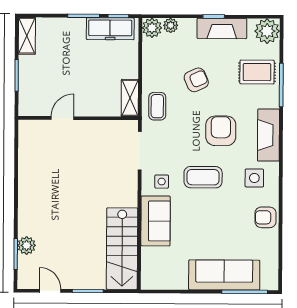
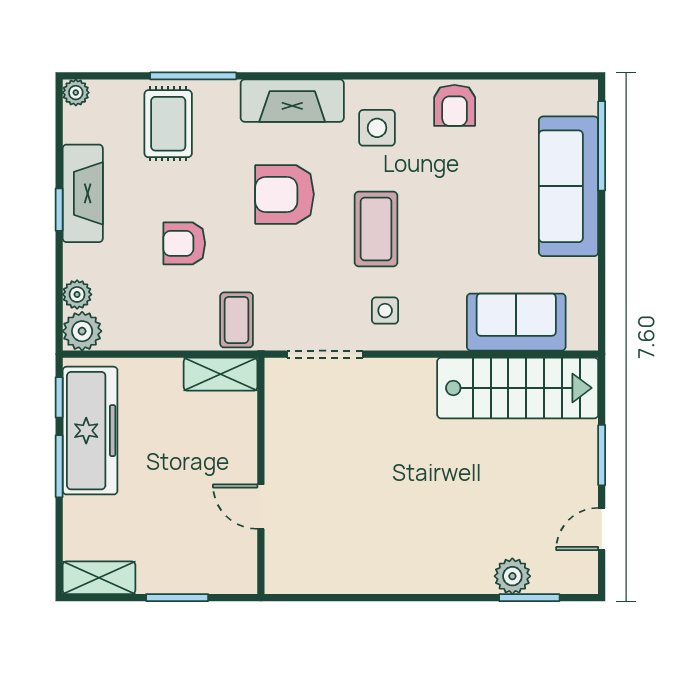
freezer: (110, 29) -> (90, 431), width x1.36, depth x1.26
plant: (267, 31) -> (76, 93), width x0.53, depth x0.53
armchair: (196, 80) -> (184, 243), turned -66
coffee table: (157, 106) -> (237, 320), turned 90
sofa: (156, 221) -> (516, 322), moved

